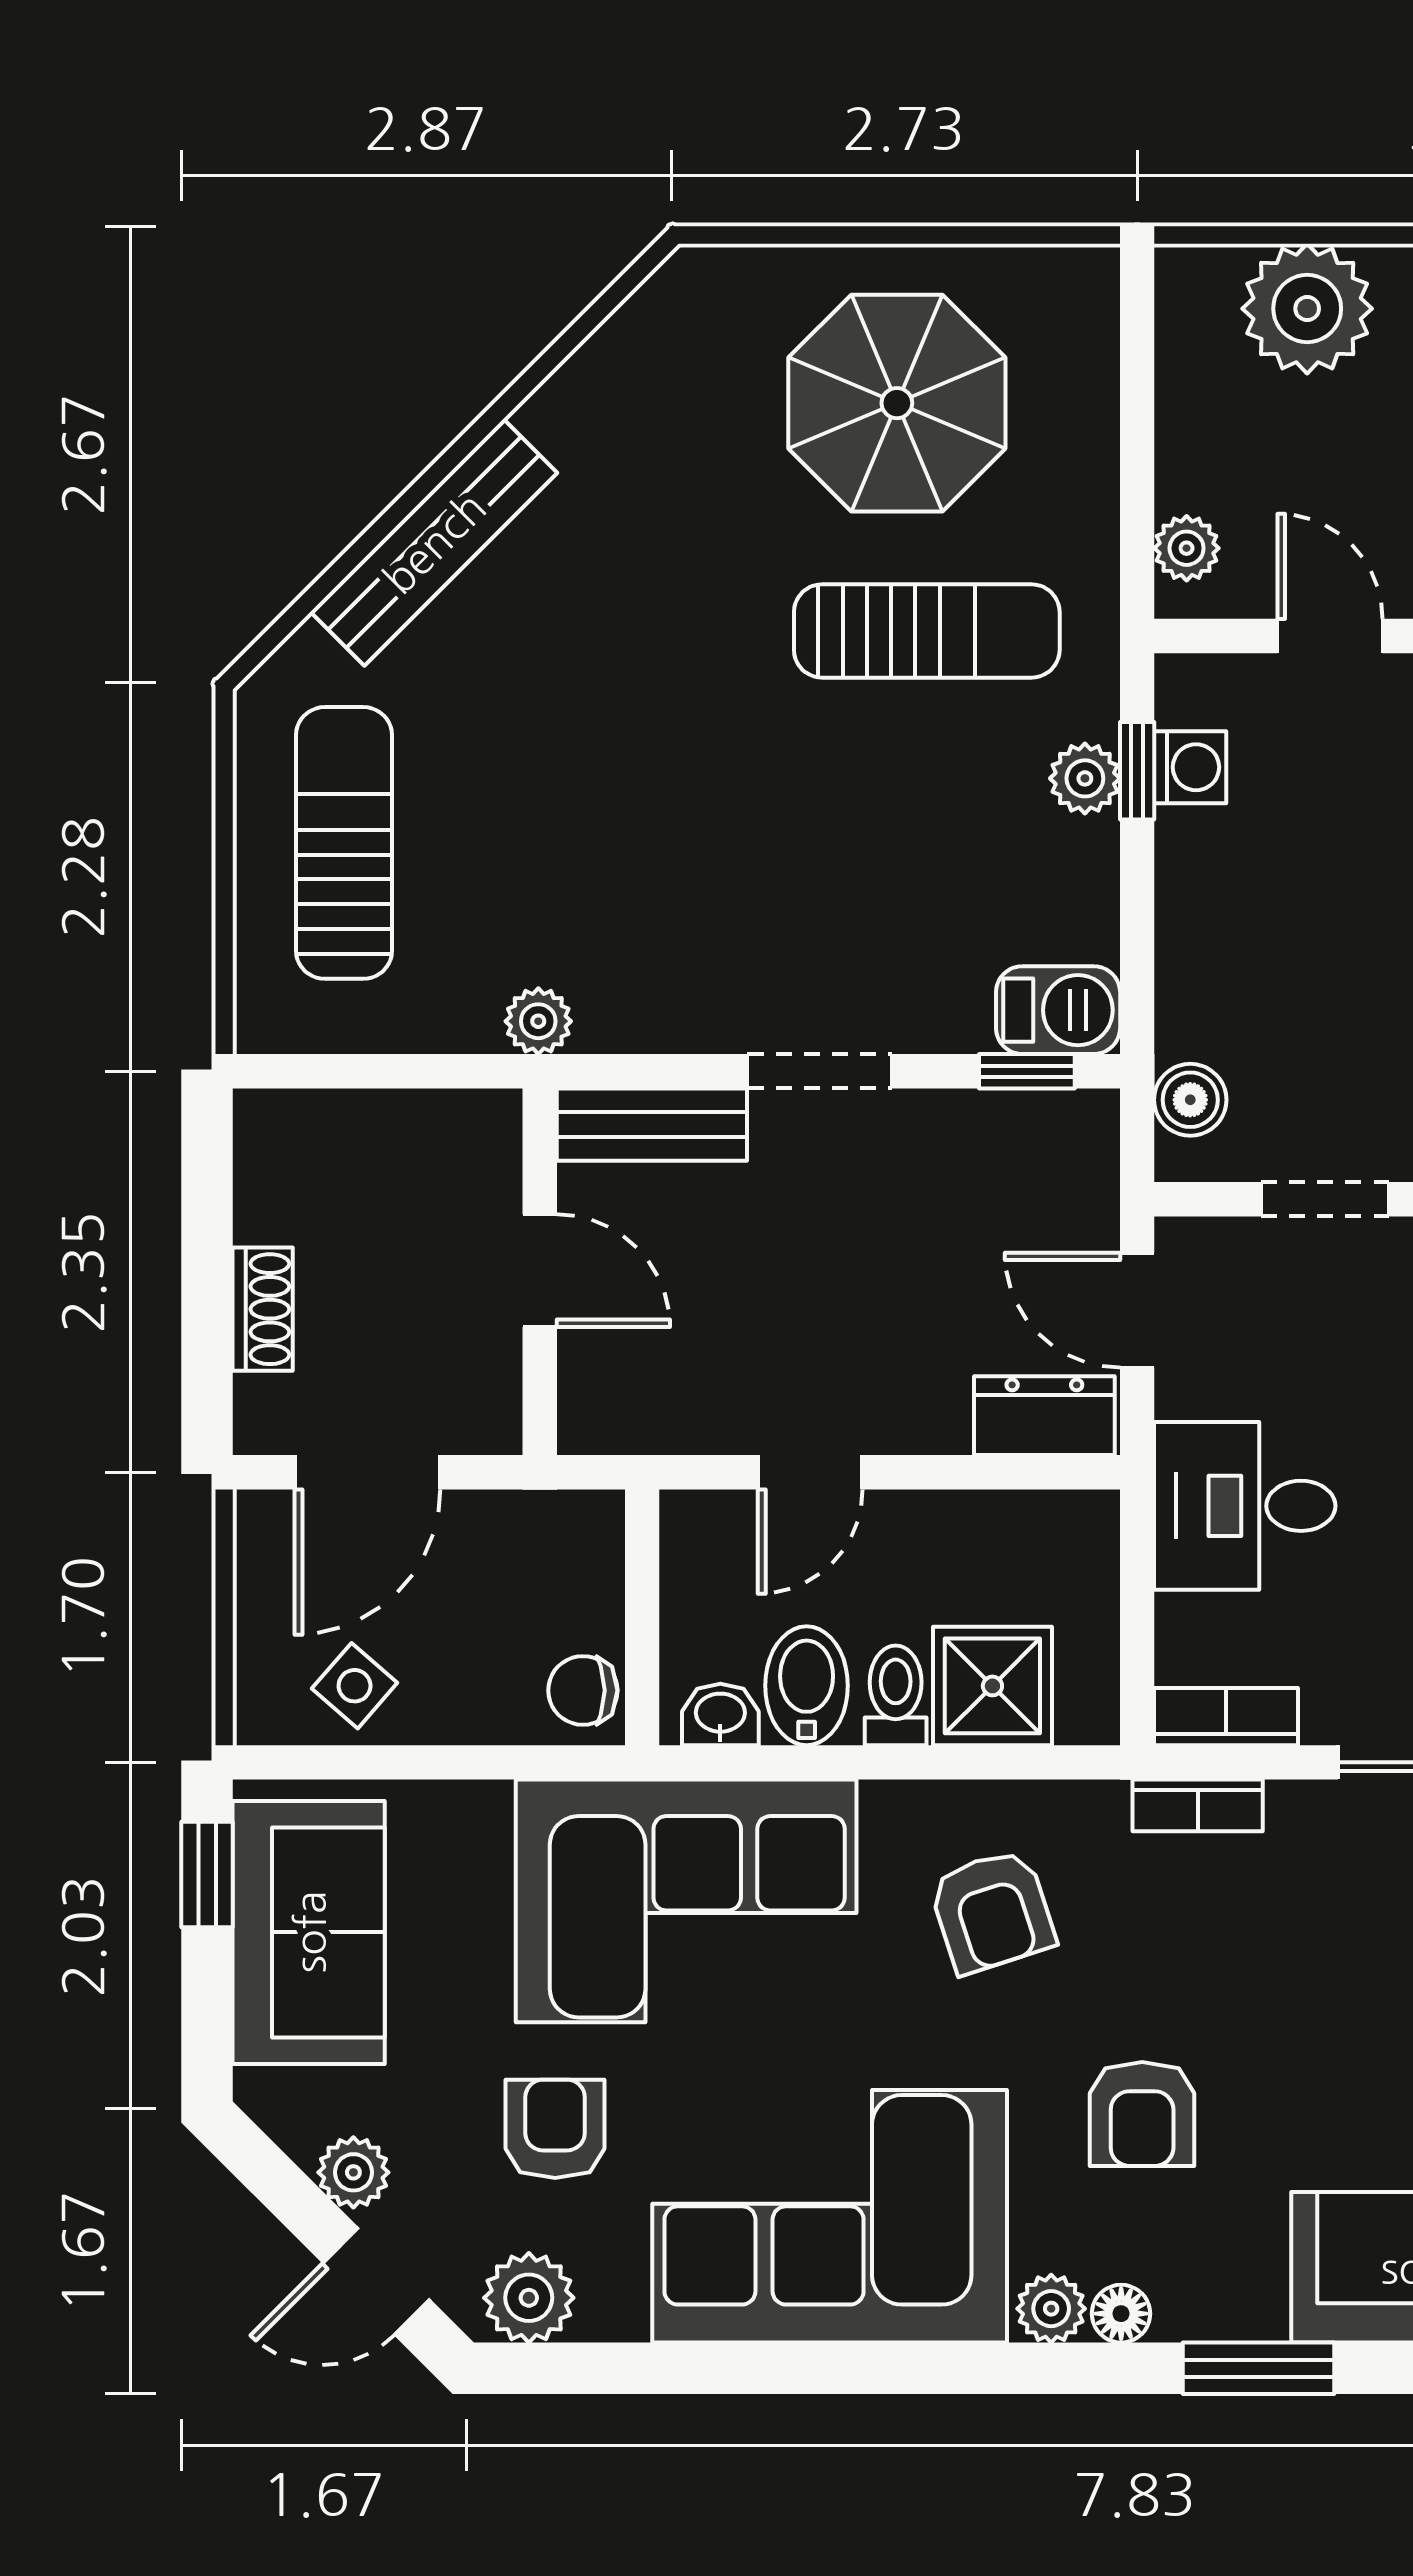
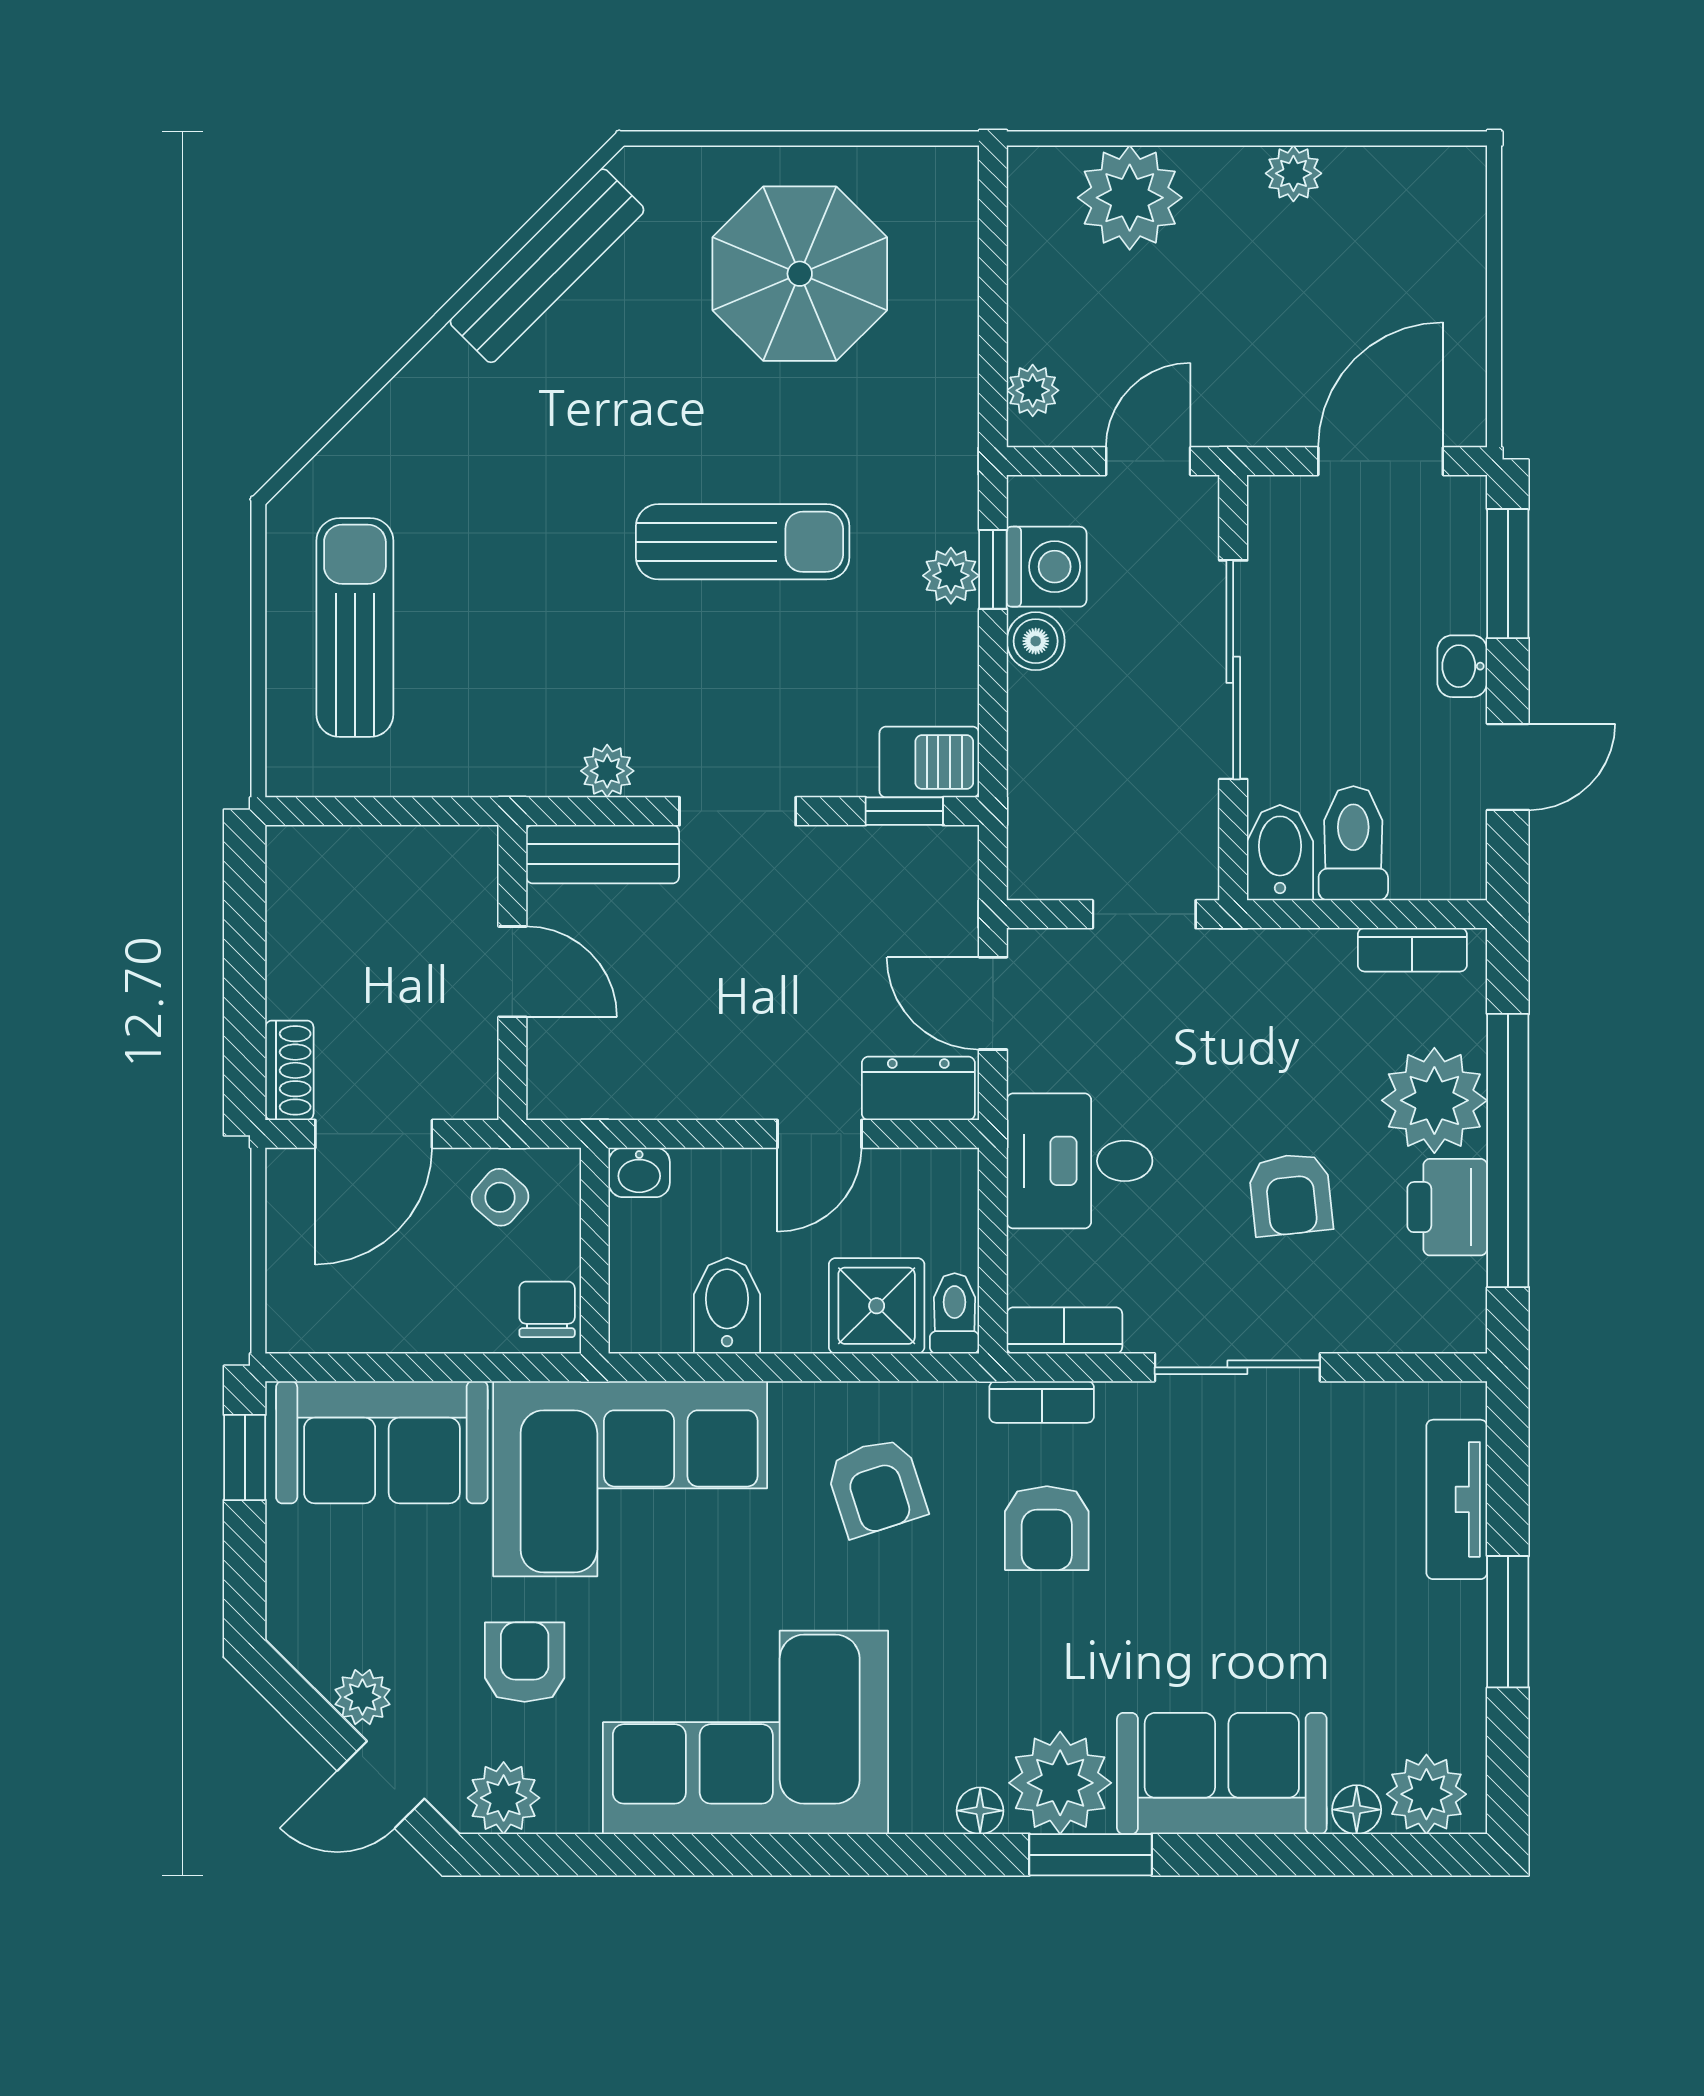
bench: (434, 542) -> (547, 266), moved
sun lounger: (927, 631) -> (743, 542), moved
door: (1330, 636) -> (1148, 461), hinge flipped
washing machine: (1190, 767) -> (1047, 567), width x1.38, depth x1.38
plant: (538, 1021) -> (607, 771), moved
boiler: (1190, 1100) -> (1036, 641), moved
shoe rack: (263, 1309) -> (289, 1070), moved
door: (810, 1472) -> (819, 1134), moved
side table: (355, 1686) -> (500, 1197), moved
chair: (583, 1690) -> (547, 1309), turned 90
toilet: (896, 1695) -> (955, 1313), moved
washbasin: (720, 1714) -> (639, 1172), moved, turned 180
sofa: (309, 1932) -> (382, 1442), moved, turned 90
armchair: (1142, 2114) -> (1047, 1528), moved
plant: (1051, 2309) -> (1060, 1783), moved, width x1.87, depth x1.87

